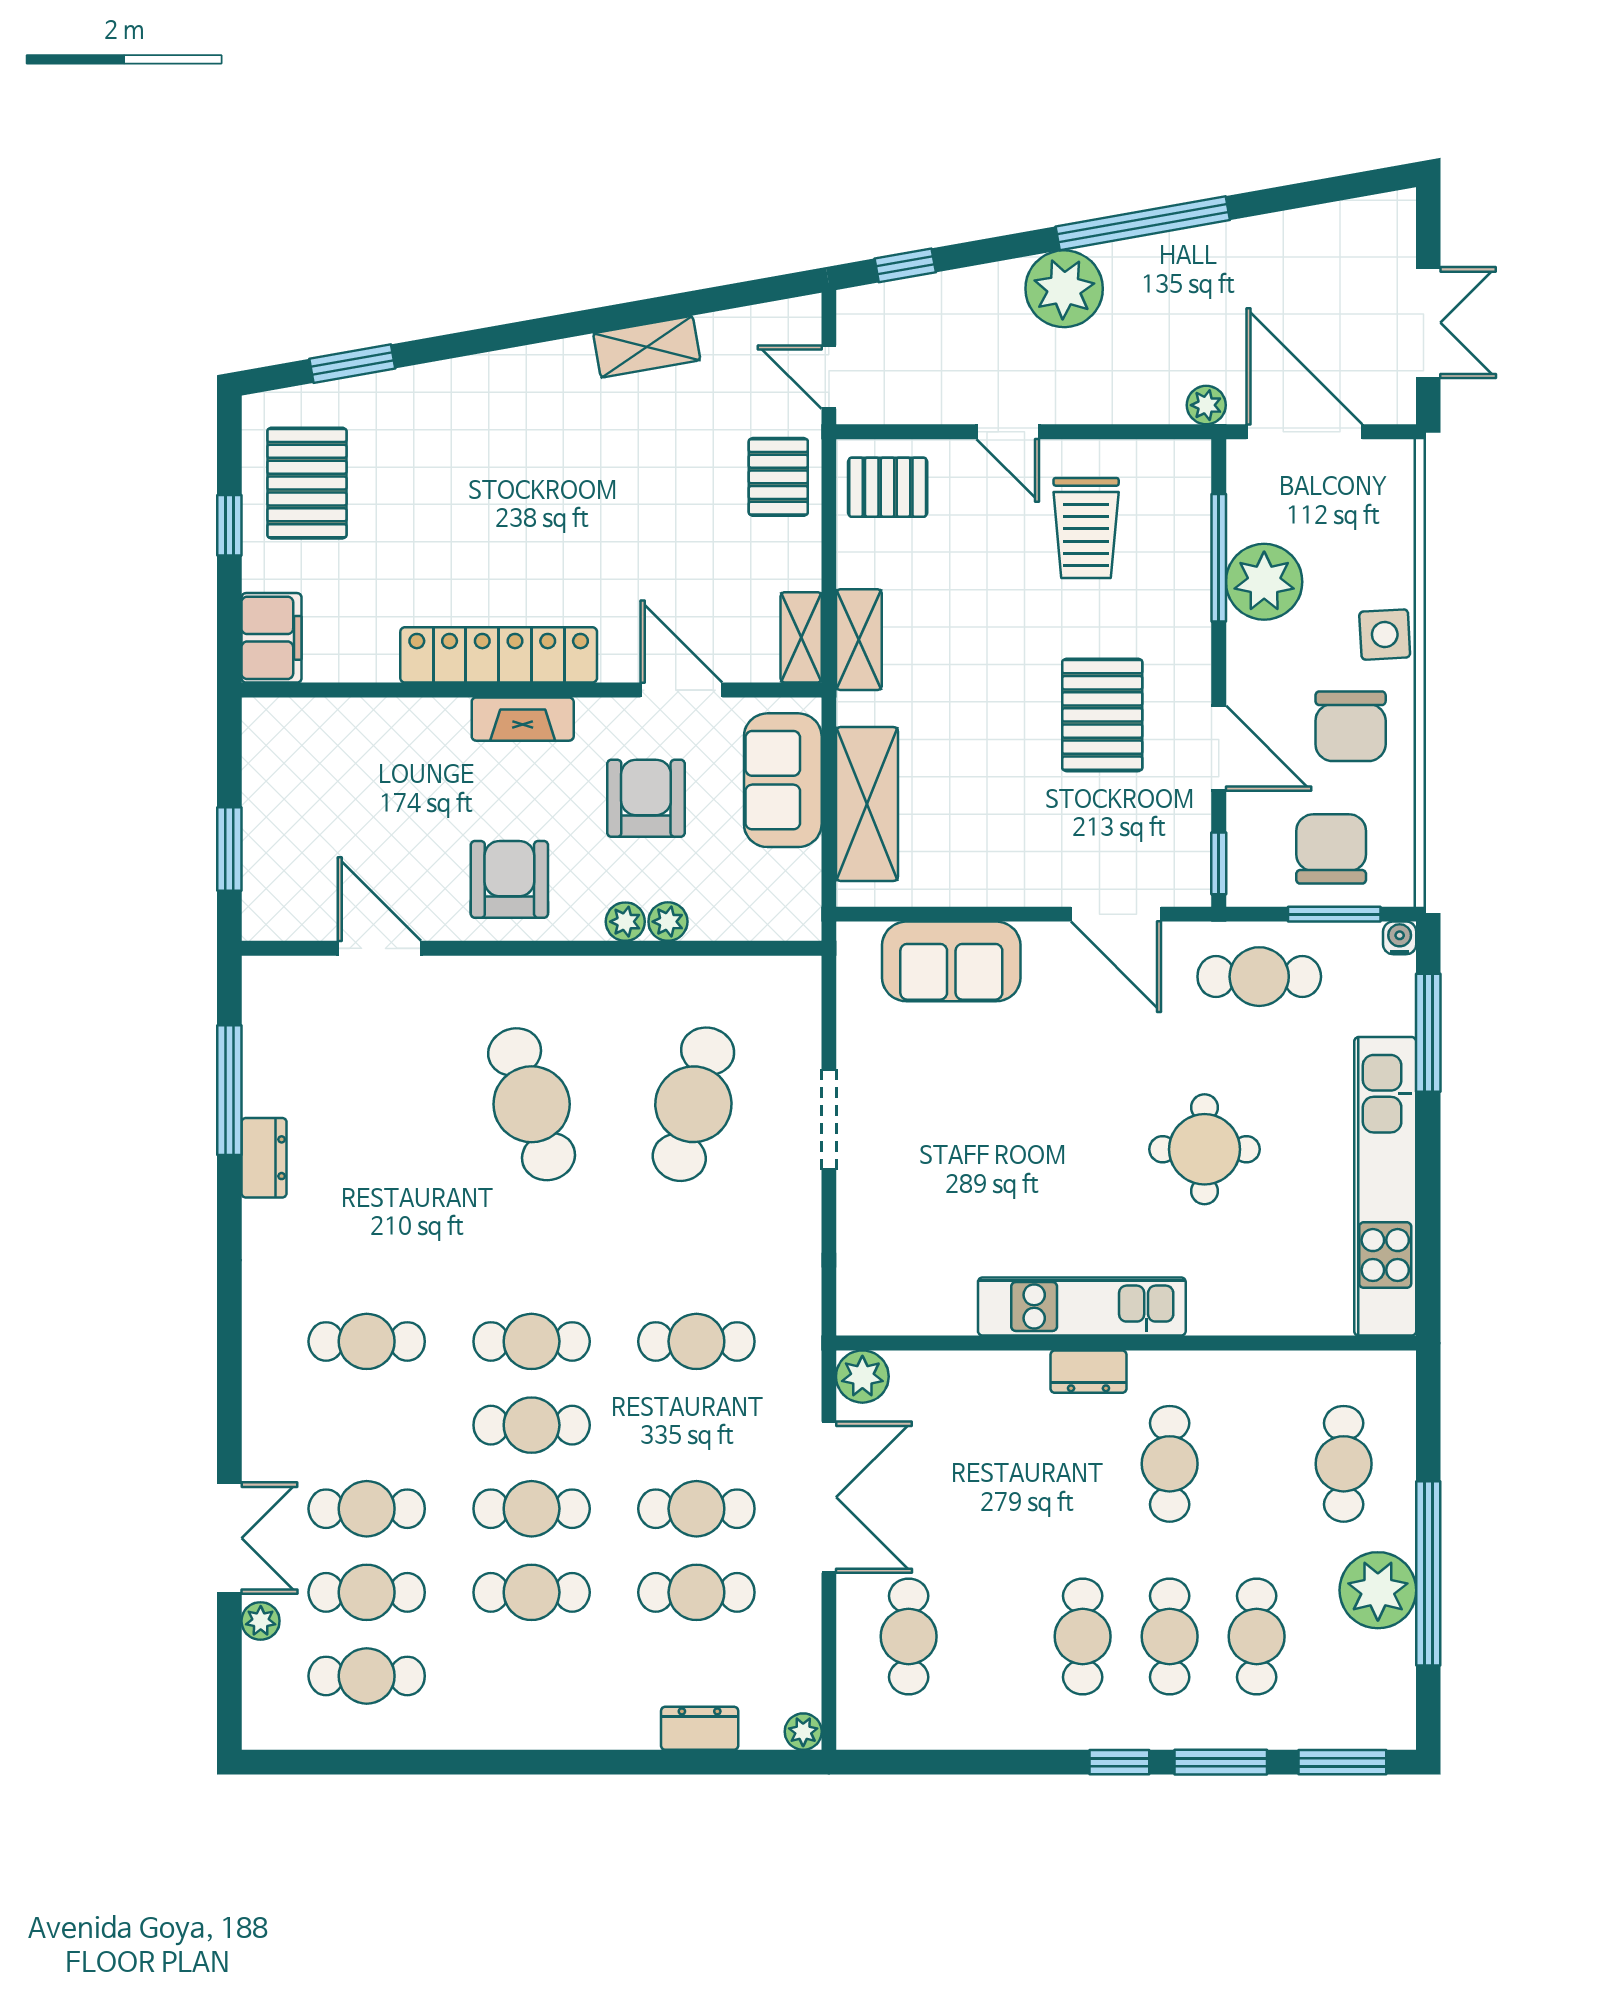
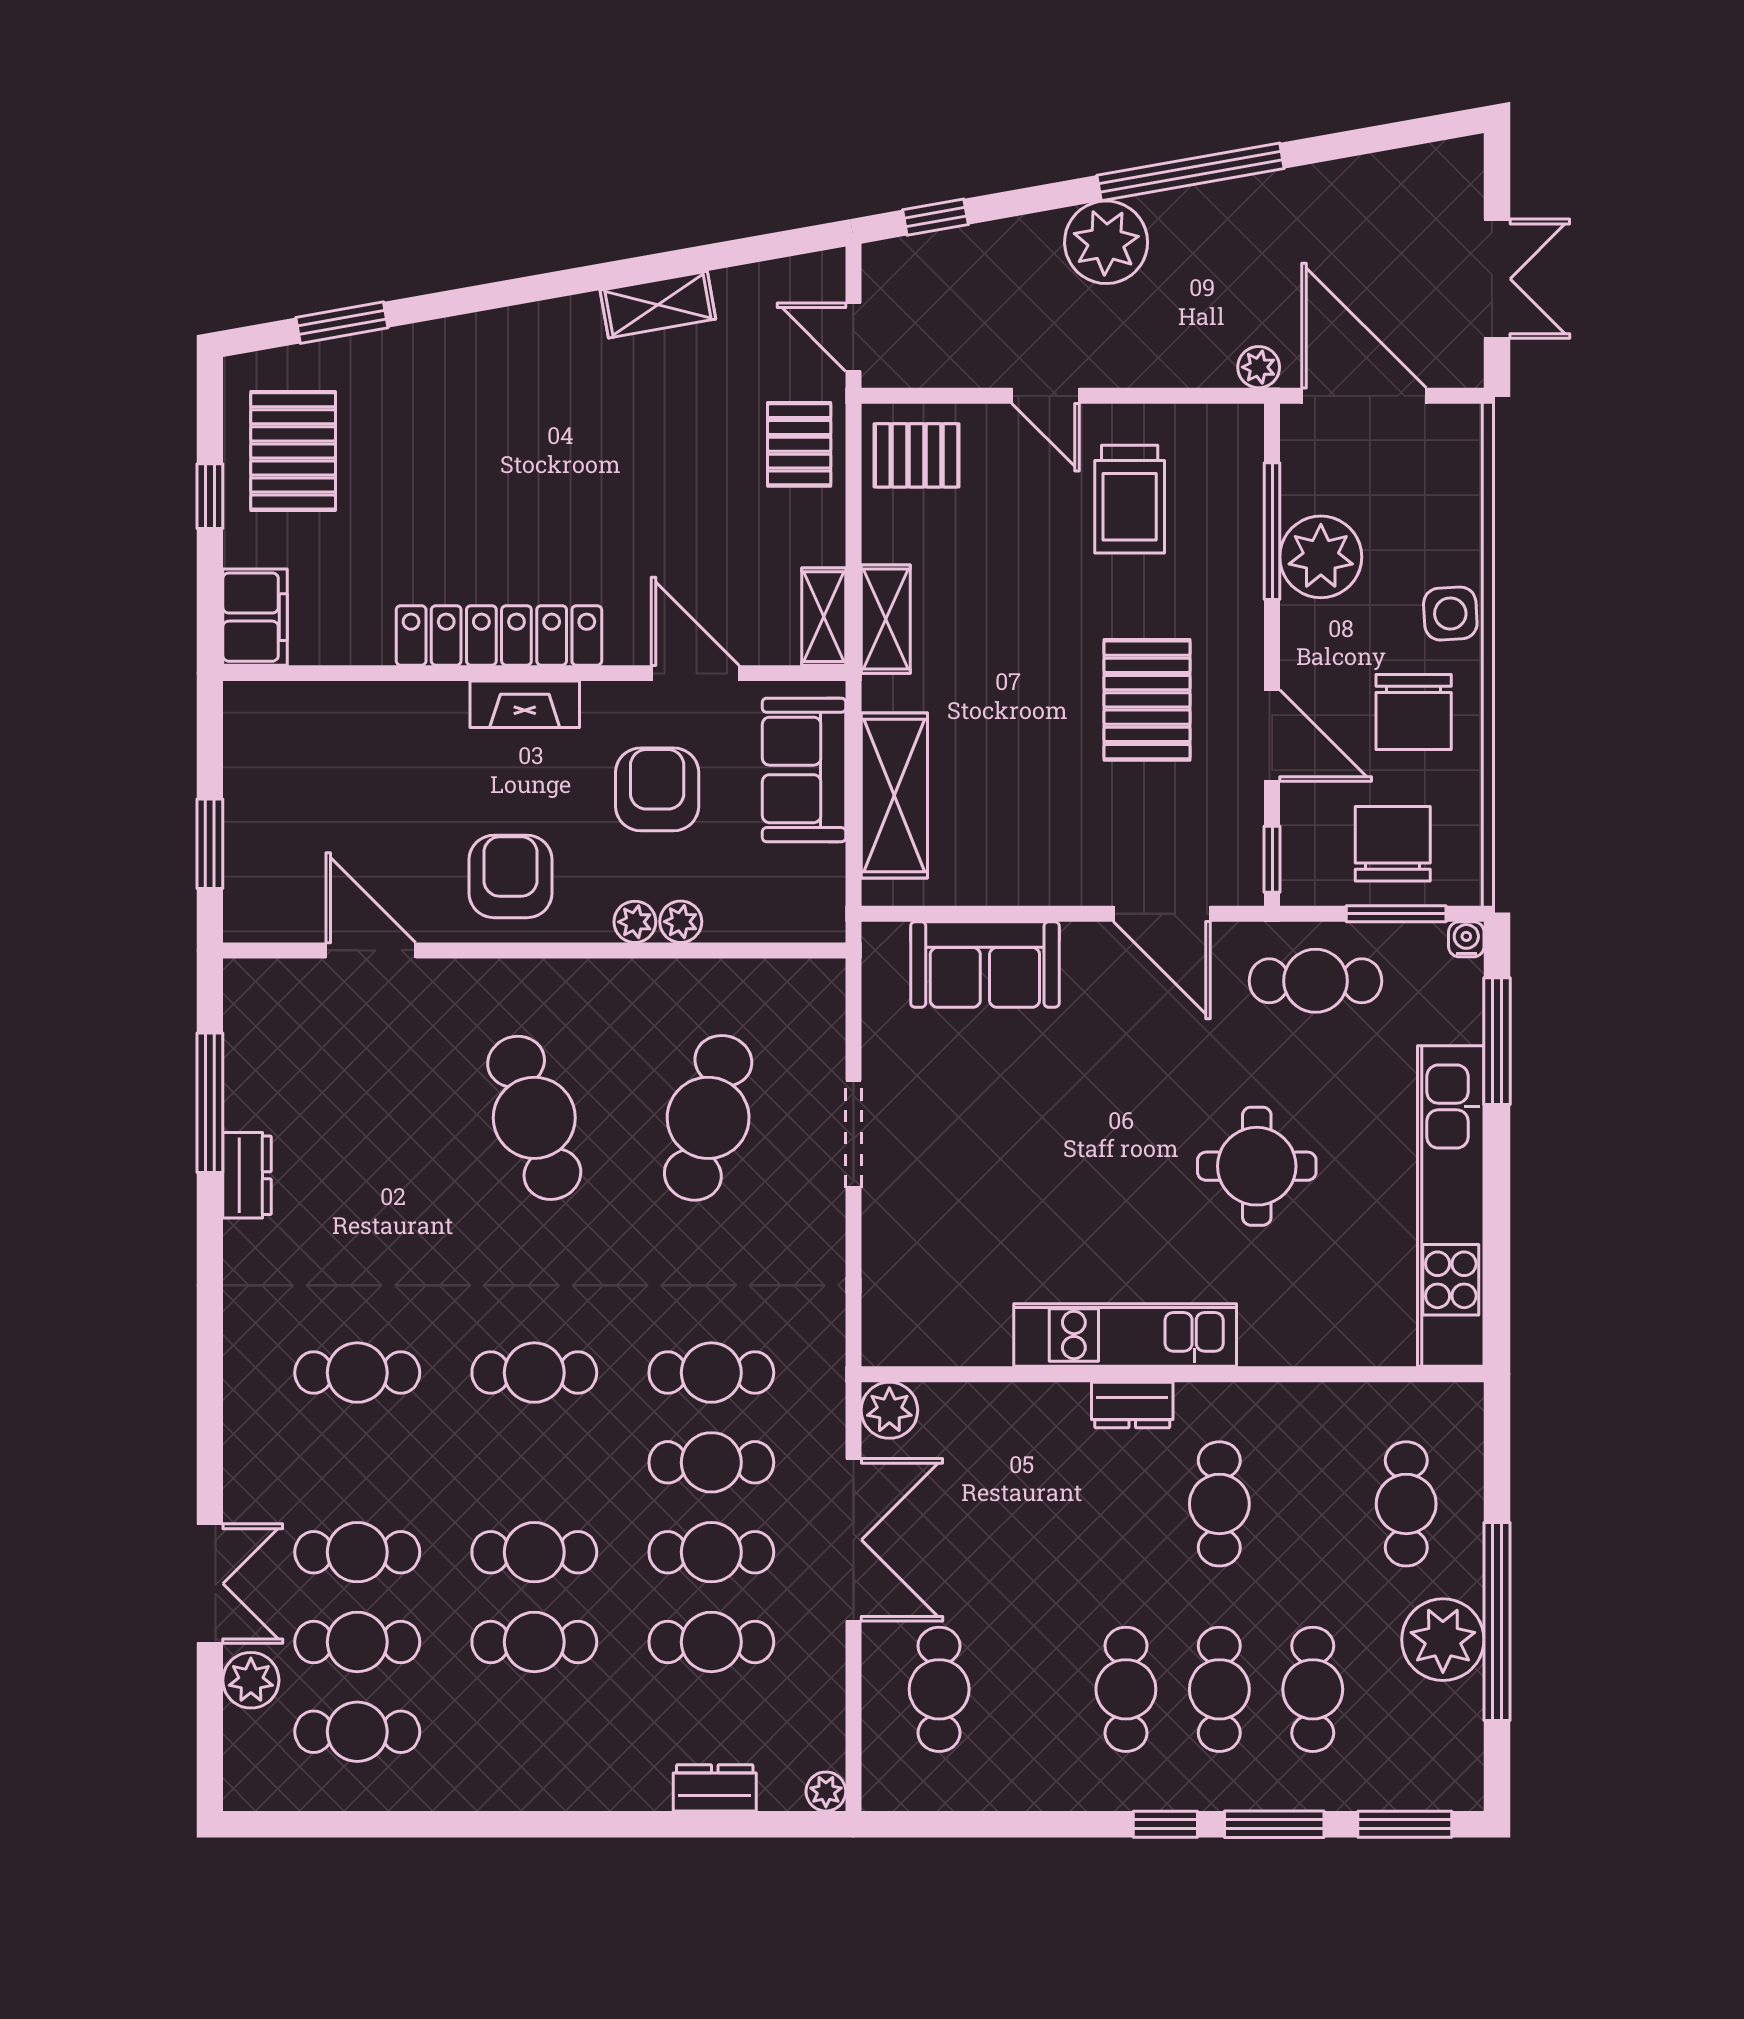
cafe table: (532, 1425) -> (711, 1462), moved
plant: (261, 1621) -> (251, 1680), width x1.38, depth x1.38

